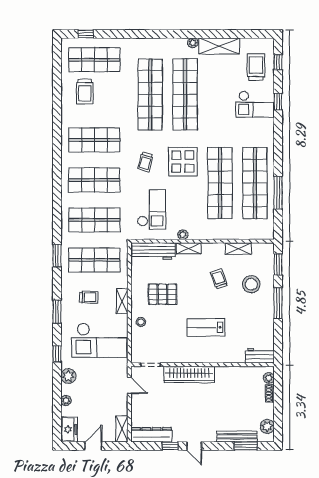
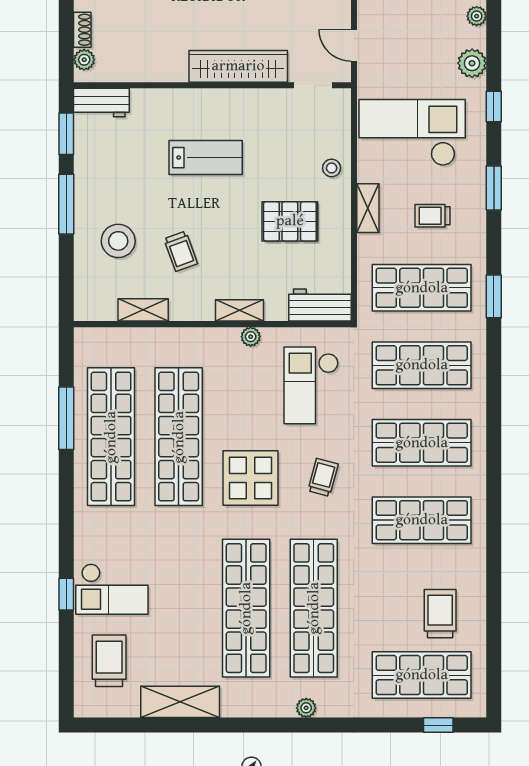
plant: (193, 43) -> (306, 708), moved
window: (278, 62) -> (66, 671), removed
trolley: (256, 67) -> (109, 661), turned 180
checkout: (255, 104) -> (112, 589), turned 180
workbench: (153, 251) -> (320, 305), width x0.73
window: (278, 264) -> (66, 134), moved

